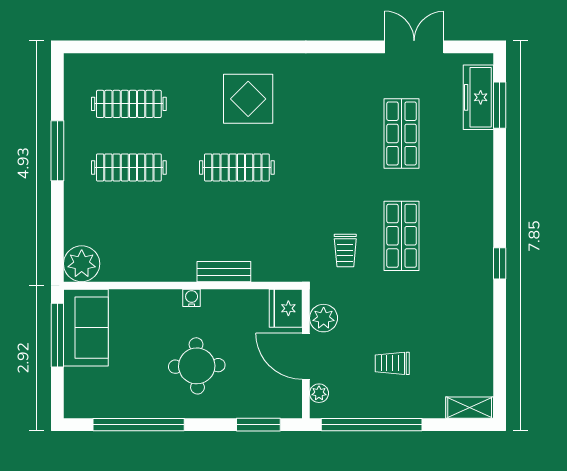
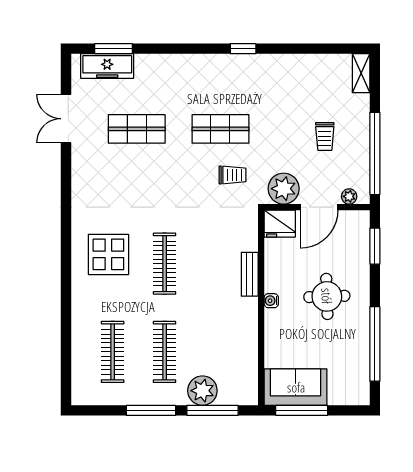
window: (57, 226) -> (212, 410), added
plant: (82, 264) -> (202, 391), moved
plant: (324, 318) -> (284, 189), width x1.36, depth x1.36

